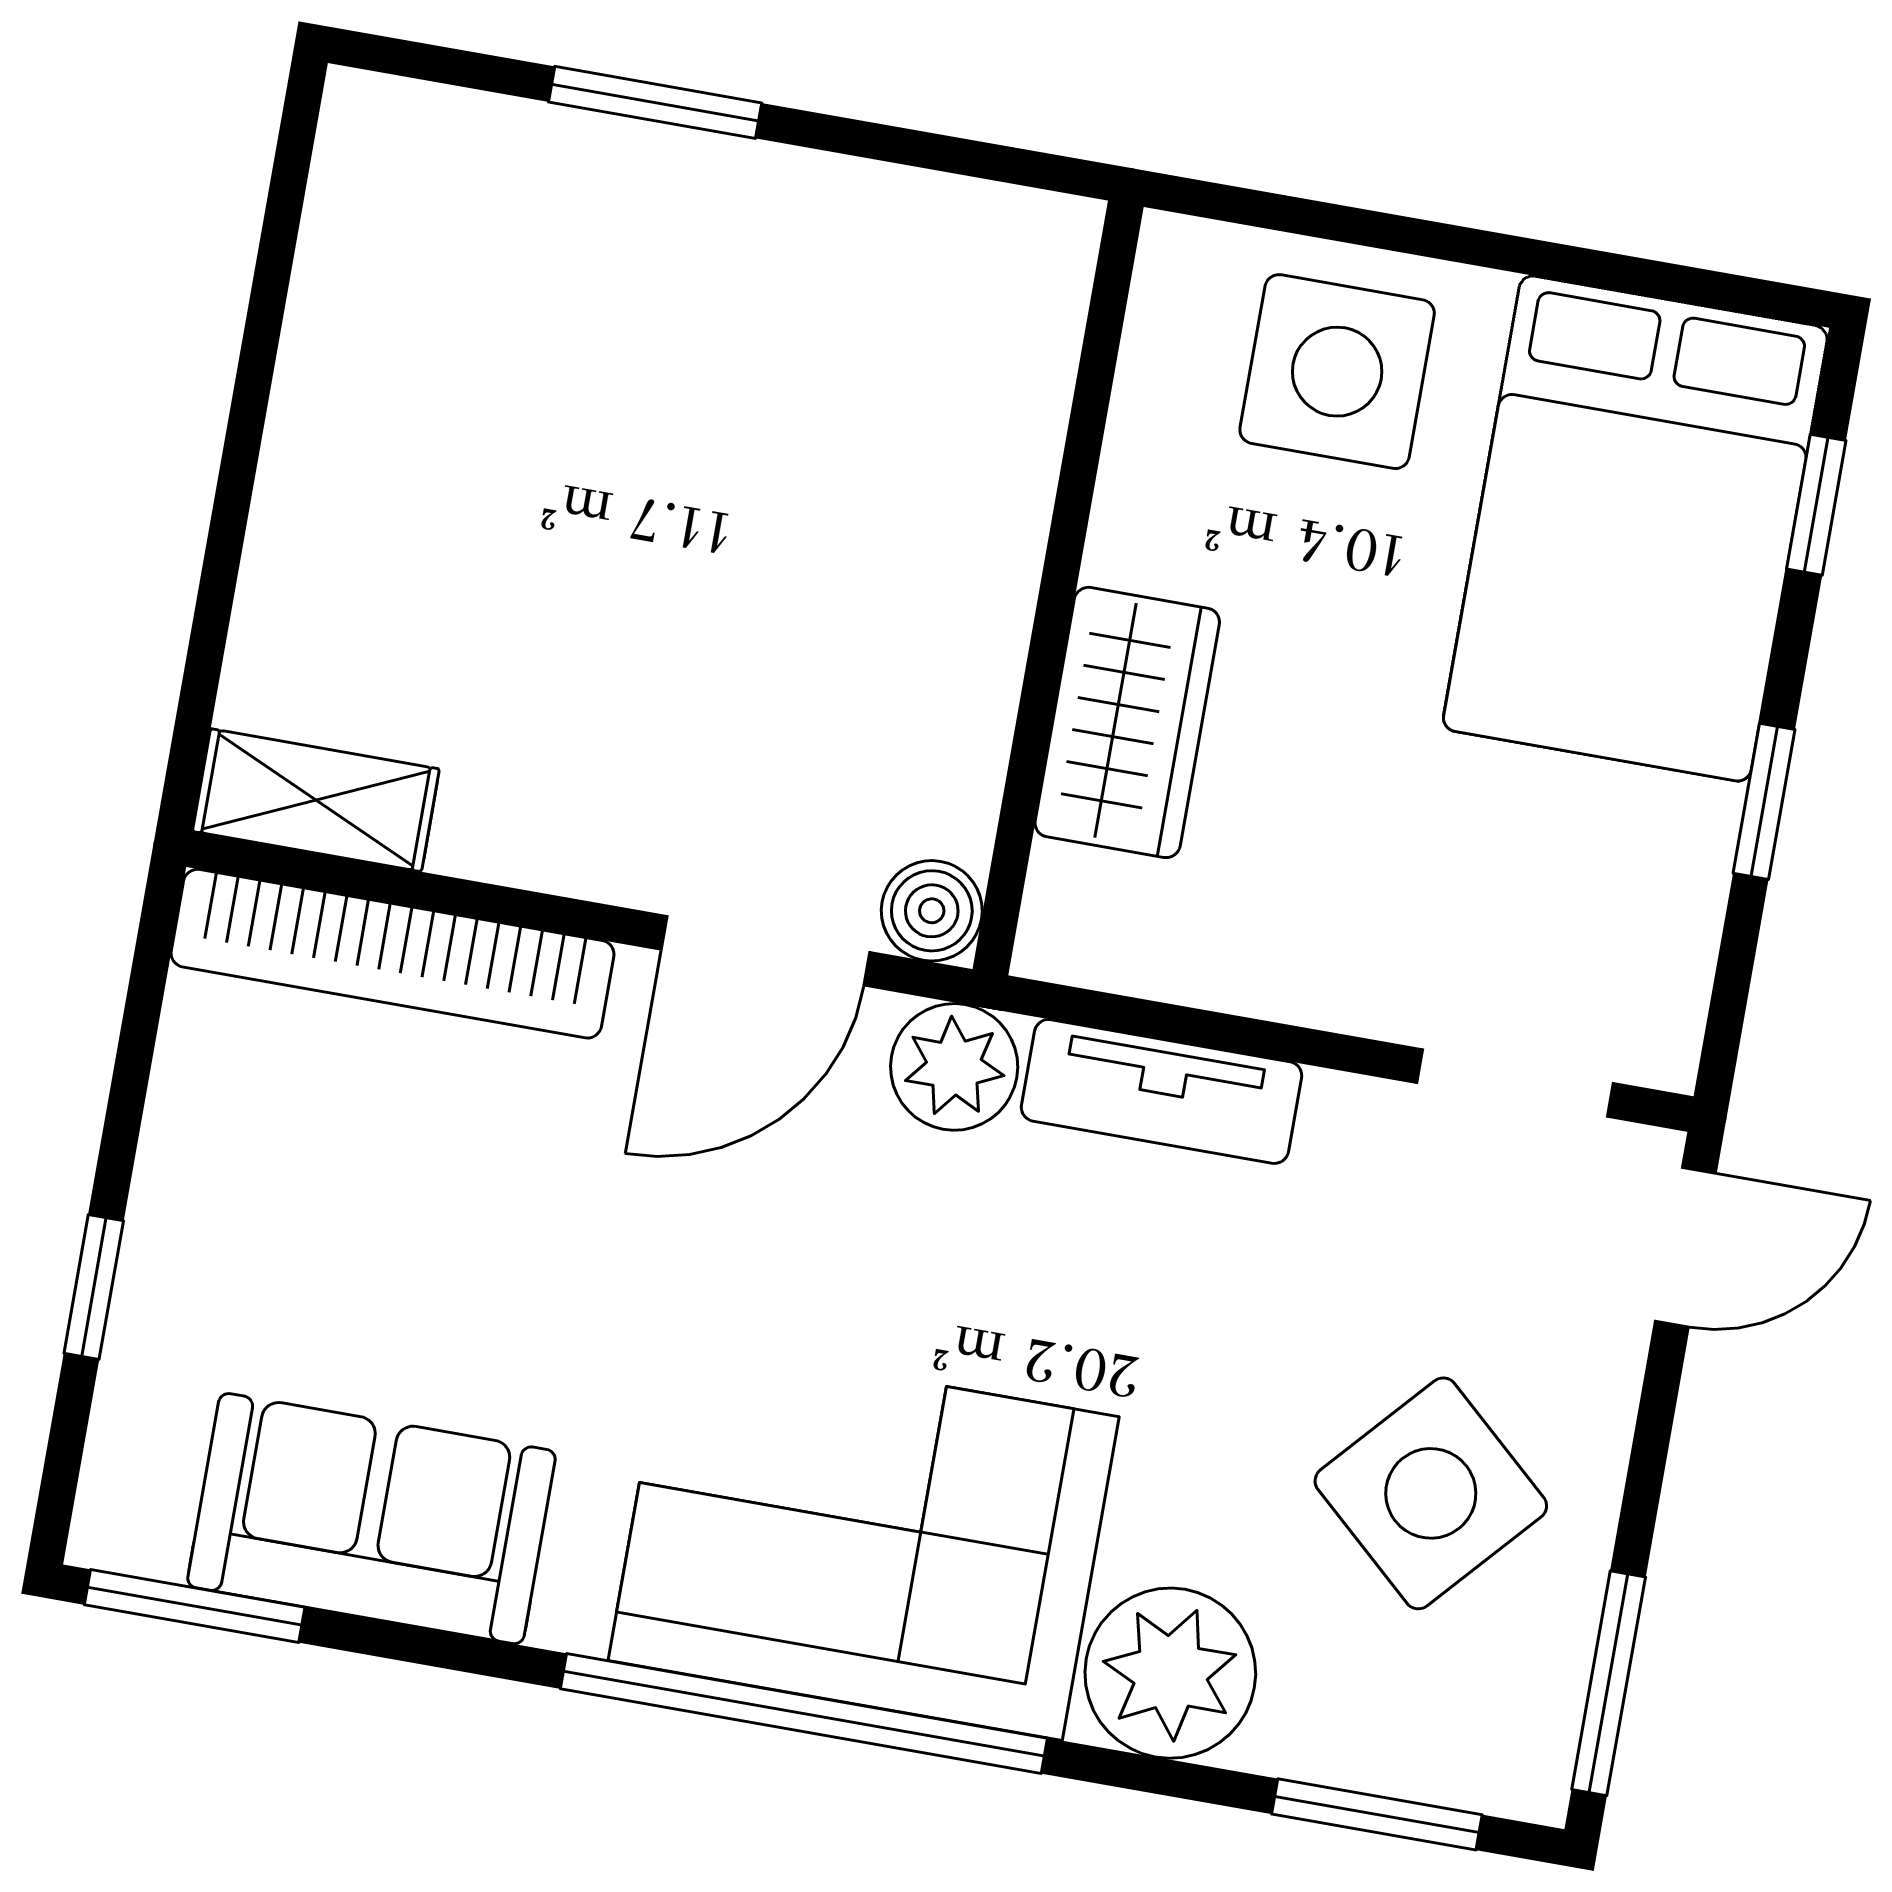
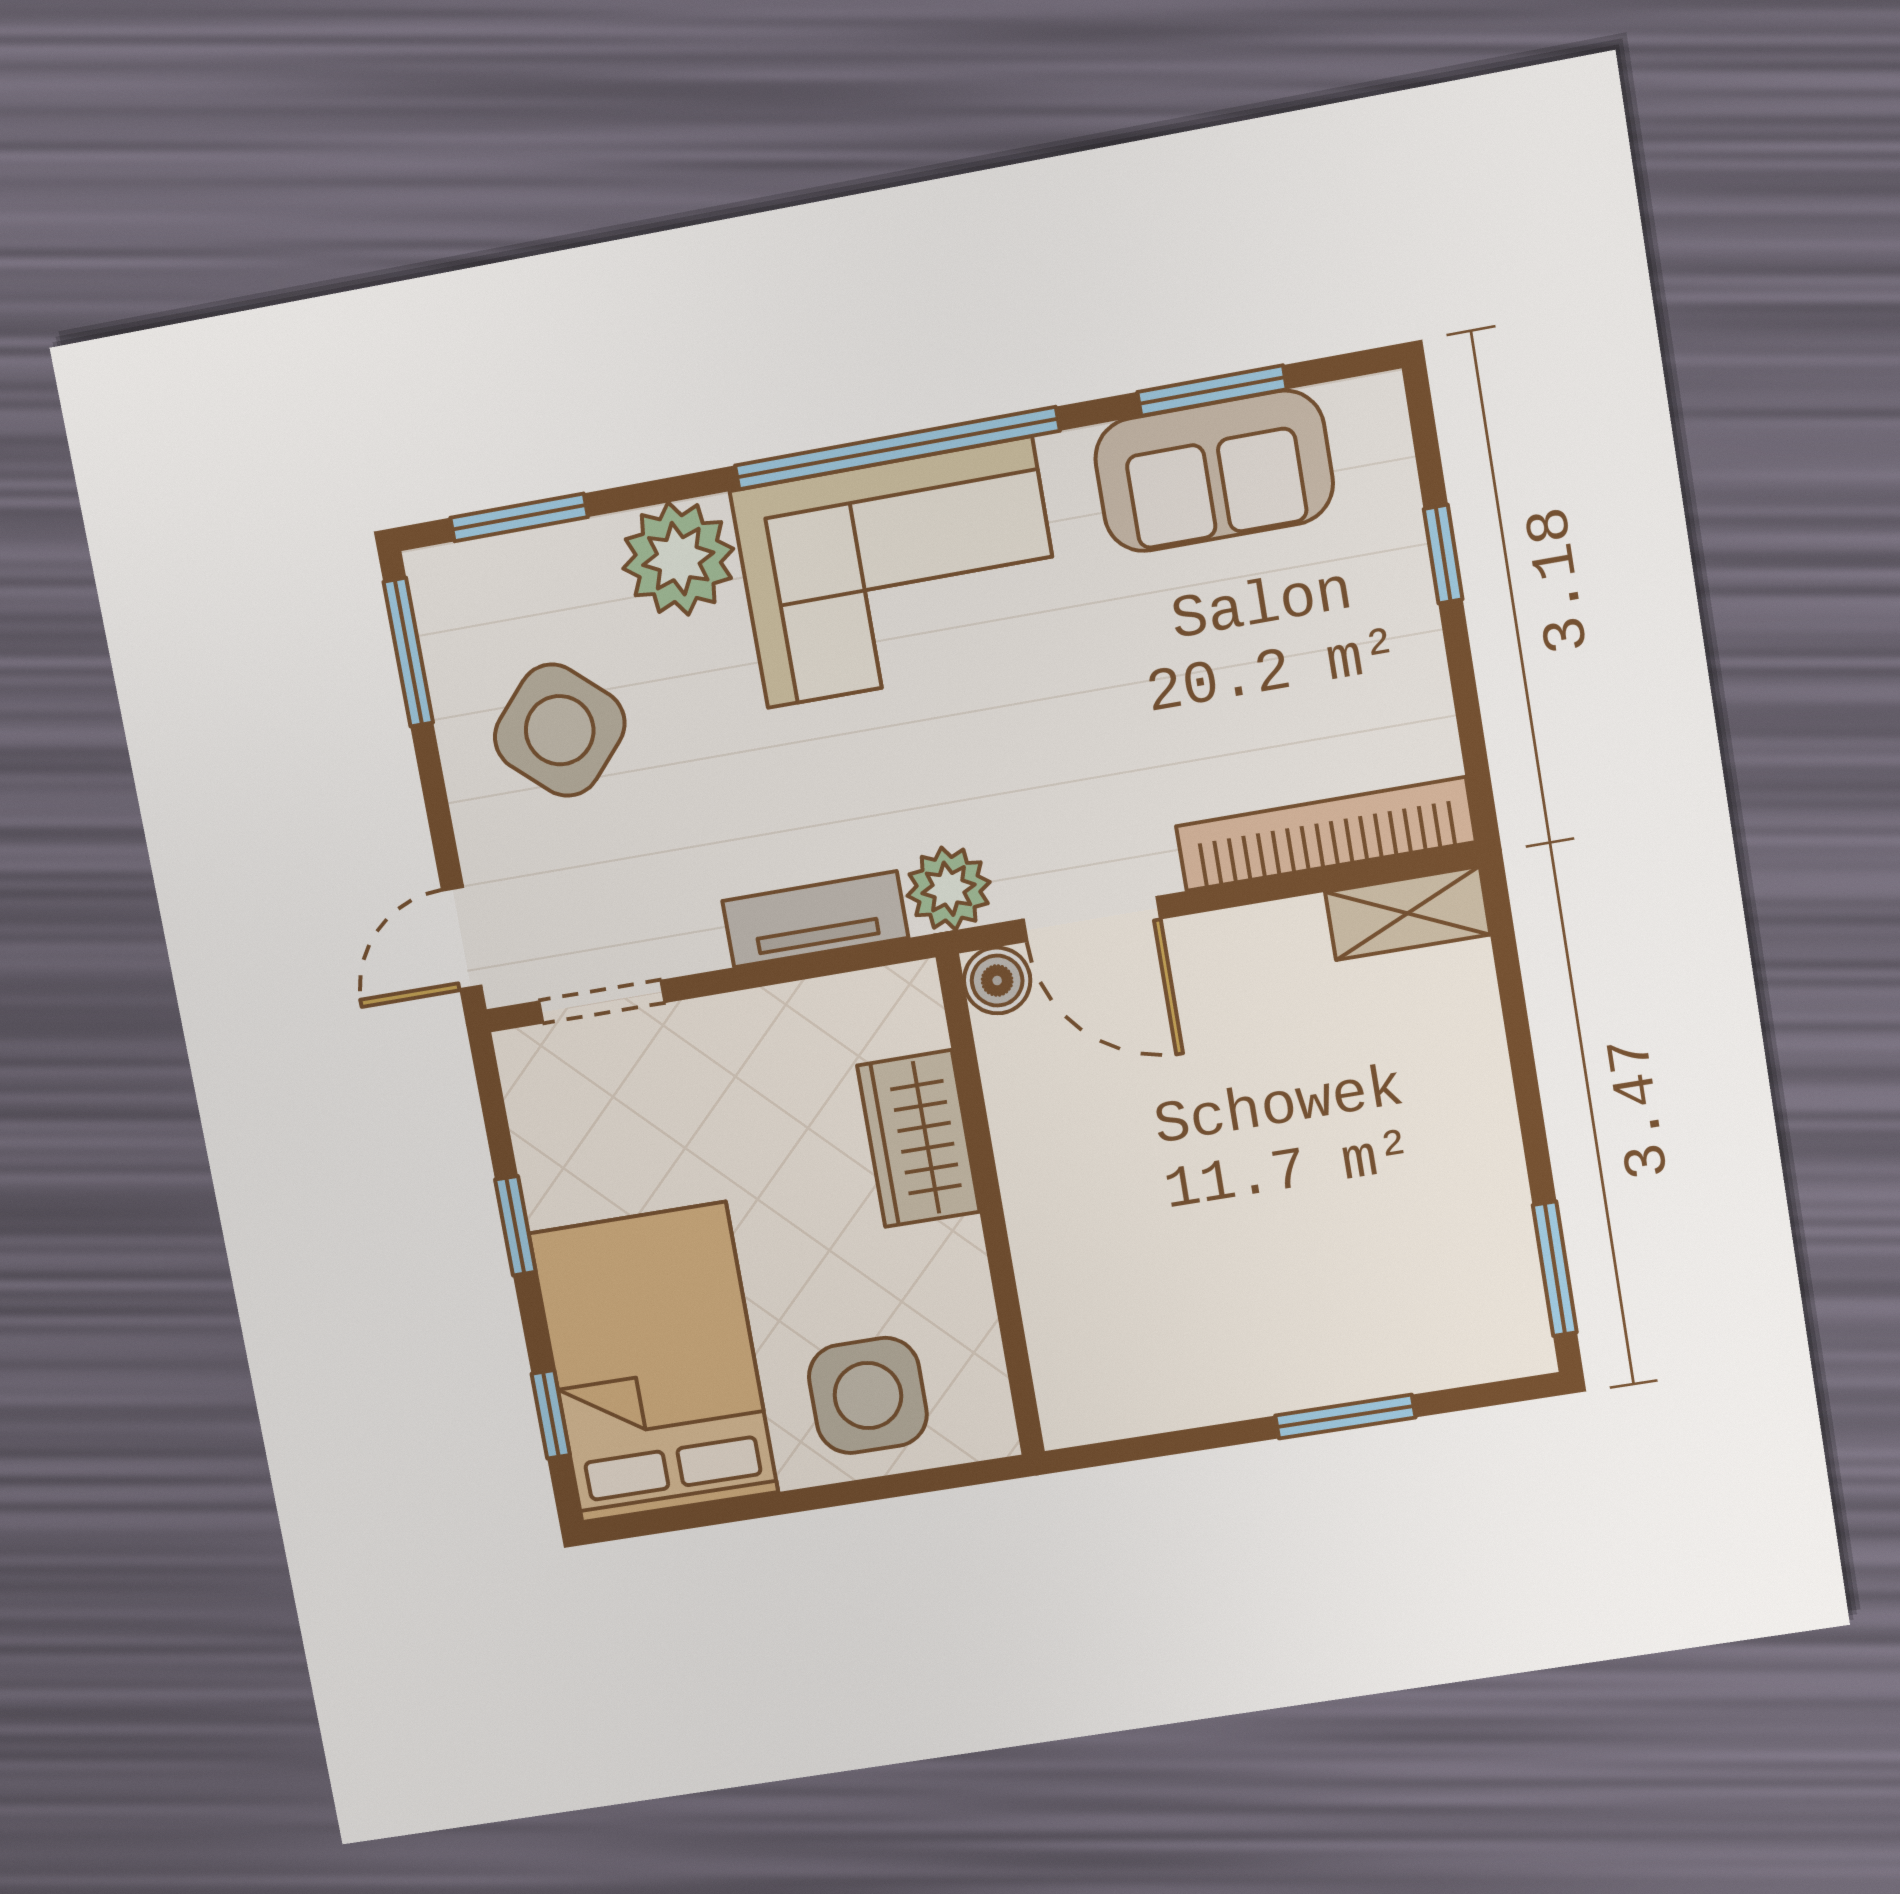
window: (283, 216) -> (1555, 1269), added
door: (765, 951) -> (1092, 919), swing flipped
window: (195, 1606) -> (1212, 391), moved

